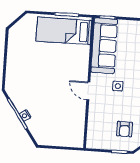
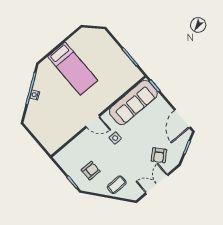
bed: (64, 31) -> (73, 69), moved, turned 180
door: (88, 91) -> (93, 121), swing flipped
armchair: (125, 129) -> (91, 171), turned 180

